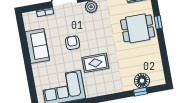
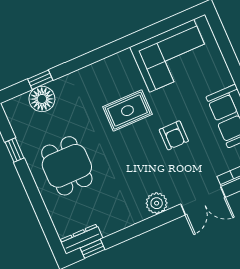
window: (158, 22) -> (15, 150), moved
dining table: (138, 28) -> (67, 166), moved, turned 90

